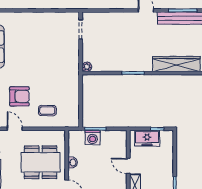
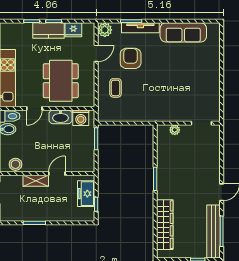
plant: (87, 67) -> (175, 130), moved
armchair: (19, 96) -> (131, 58), turned 180
washing machine: (93, 138) -> (81, 118), moved, turned -90
washbasin: (73, 162) -> (61, 117), width x1.91, depth x1.45

